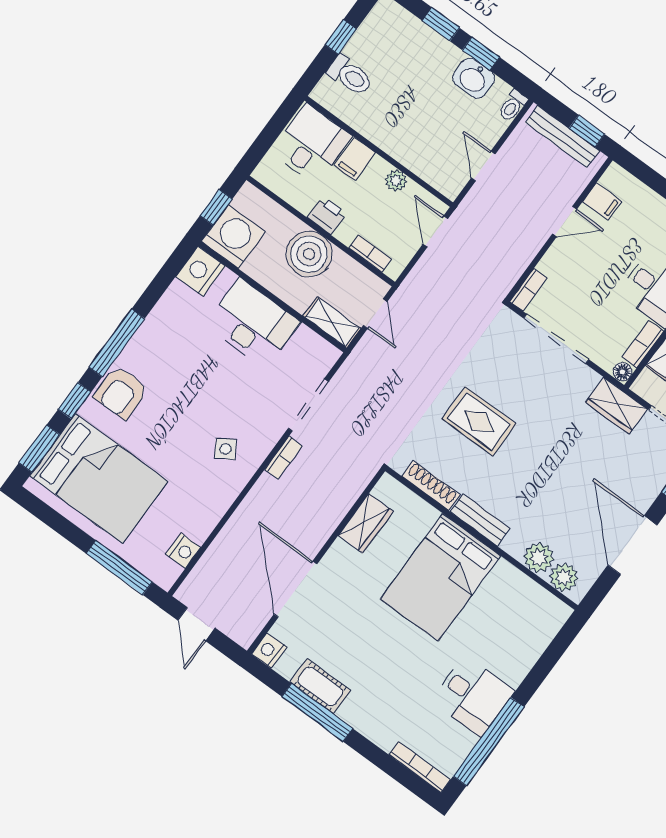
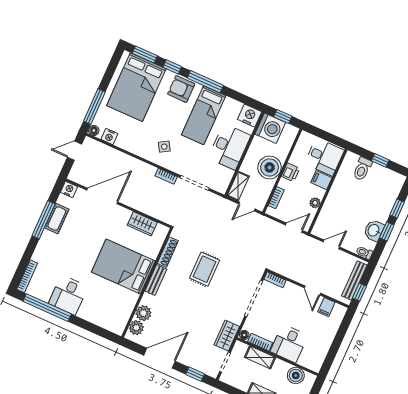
bed: (181, 360) -> (204, 115), added
floor lamp: (165, 579) -> (94, 131), added

